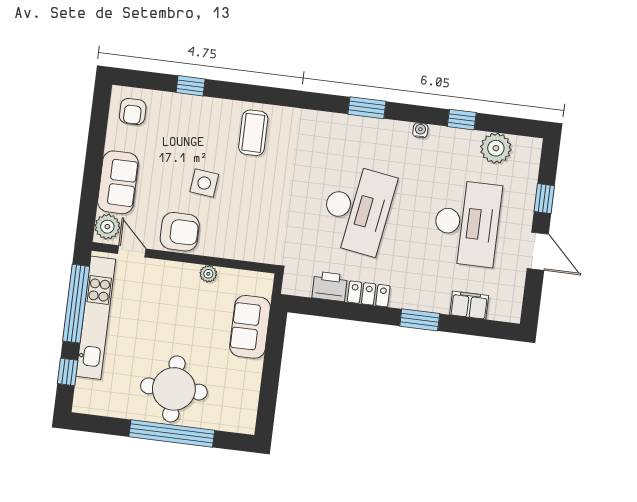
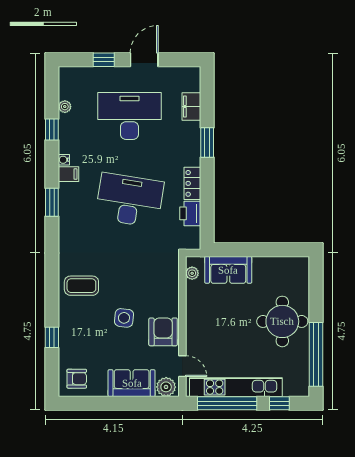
filing cabinet: (401, 134) -> (69, 174), added
plant: (496, 148) -> (65, 107), width x0.53, depth x0.53
door: (132, 251) -> (182, 366), swing flipped
plant: (208, 274) -> (192, 273), moved
window: (172, 433) -> (316, 354), moved

